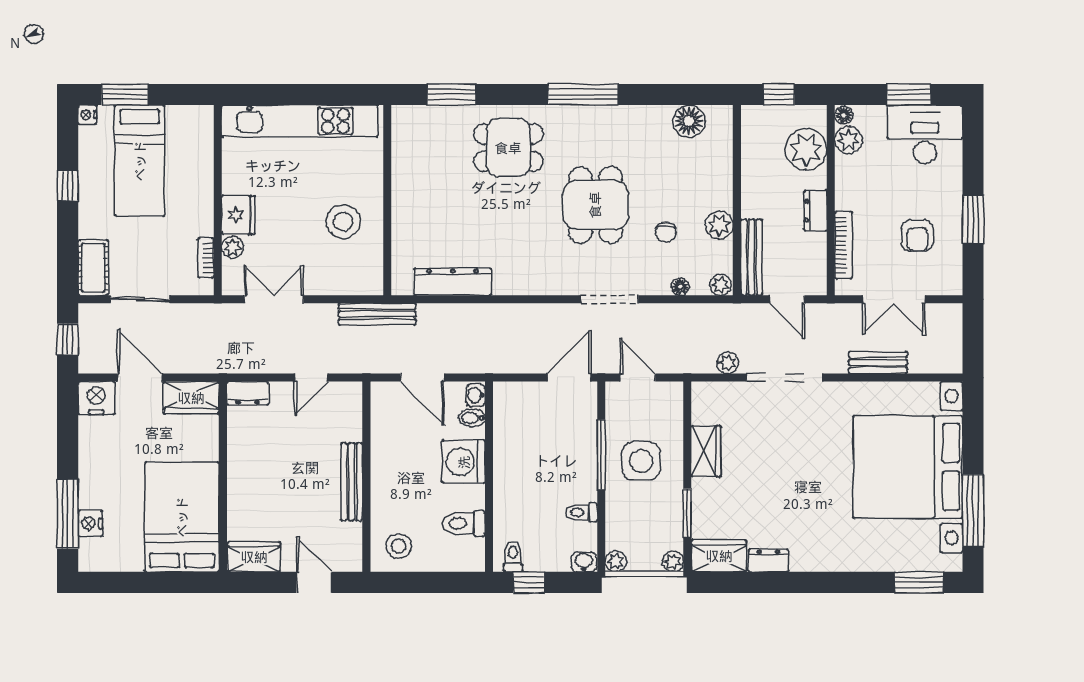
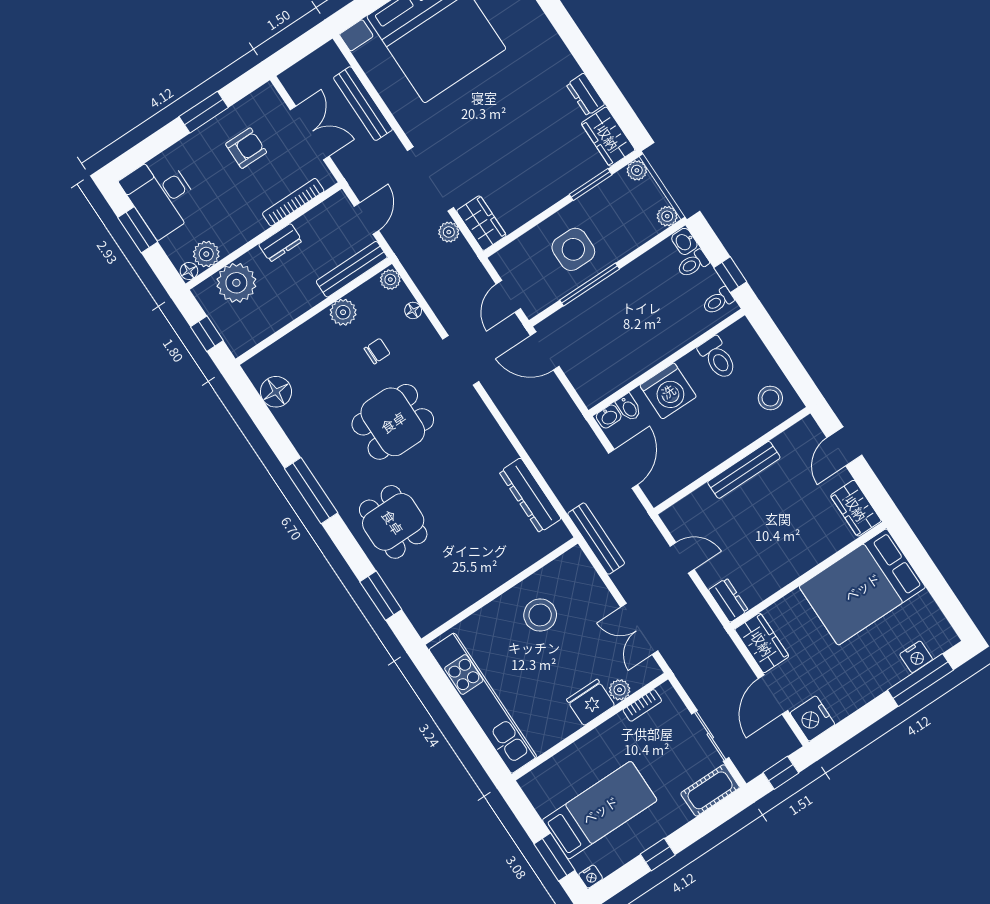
bench: (878, 362) -> (363, 104), width x1.36
wardrobe: (706, 451) -> (481, 223), moved, turned 90
toilet: (582, 512) -> (693, 264), moved, turned 90

